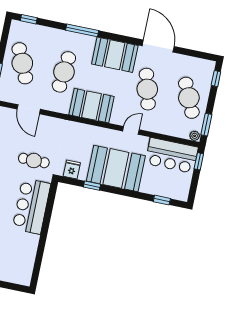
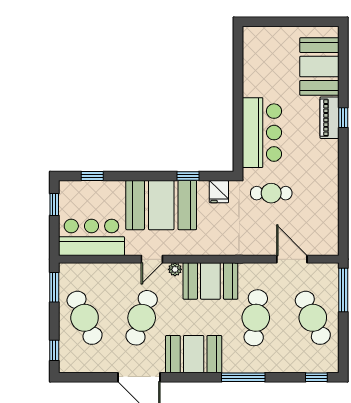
cafe table: (147, 89) -> (142, 318), turned 33
plant: (195, 136) -> (175, 269), moved
window: (199, 161) -> (54, 204), moved

